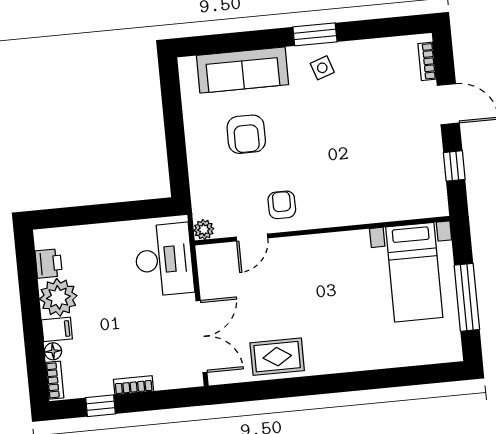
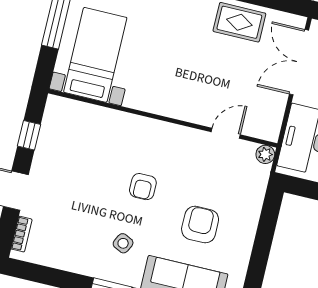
side table: (322, 68) -> (123, 243), moved, turned 45
armchair: (282, 205) -> (143, 187), moved

